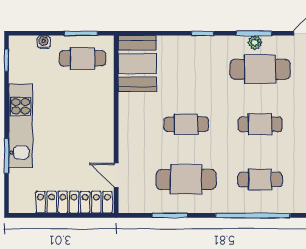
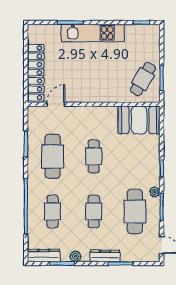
water cooler: (44, 42) -> (155, 50), removed
plant: (255, 42) -> (155, 192), moved
cafe table: (83, 58) -> (143, 79), turned 30

